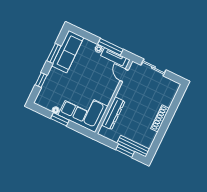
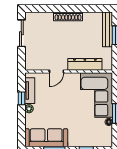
window: (110, 47) -> (21, 98), width x0.46
sliding door: (153, 67) -> (21, 33), moved
door: (124, 75) -> (57, 72), moved

